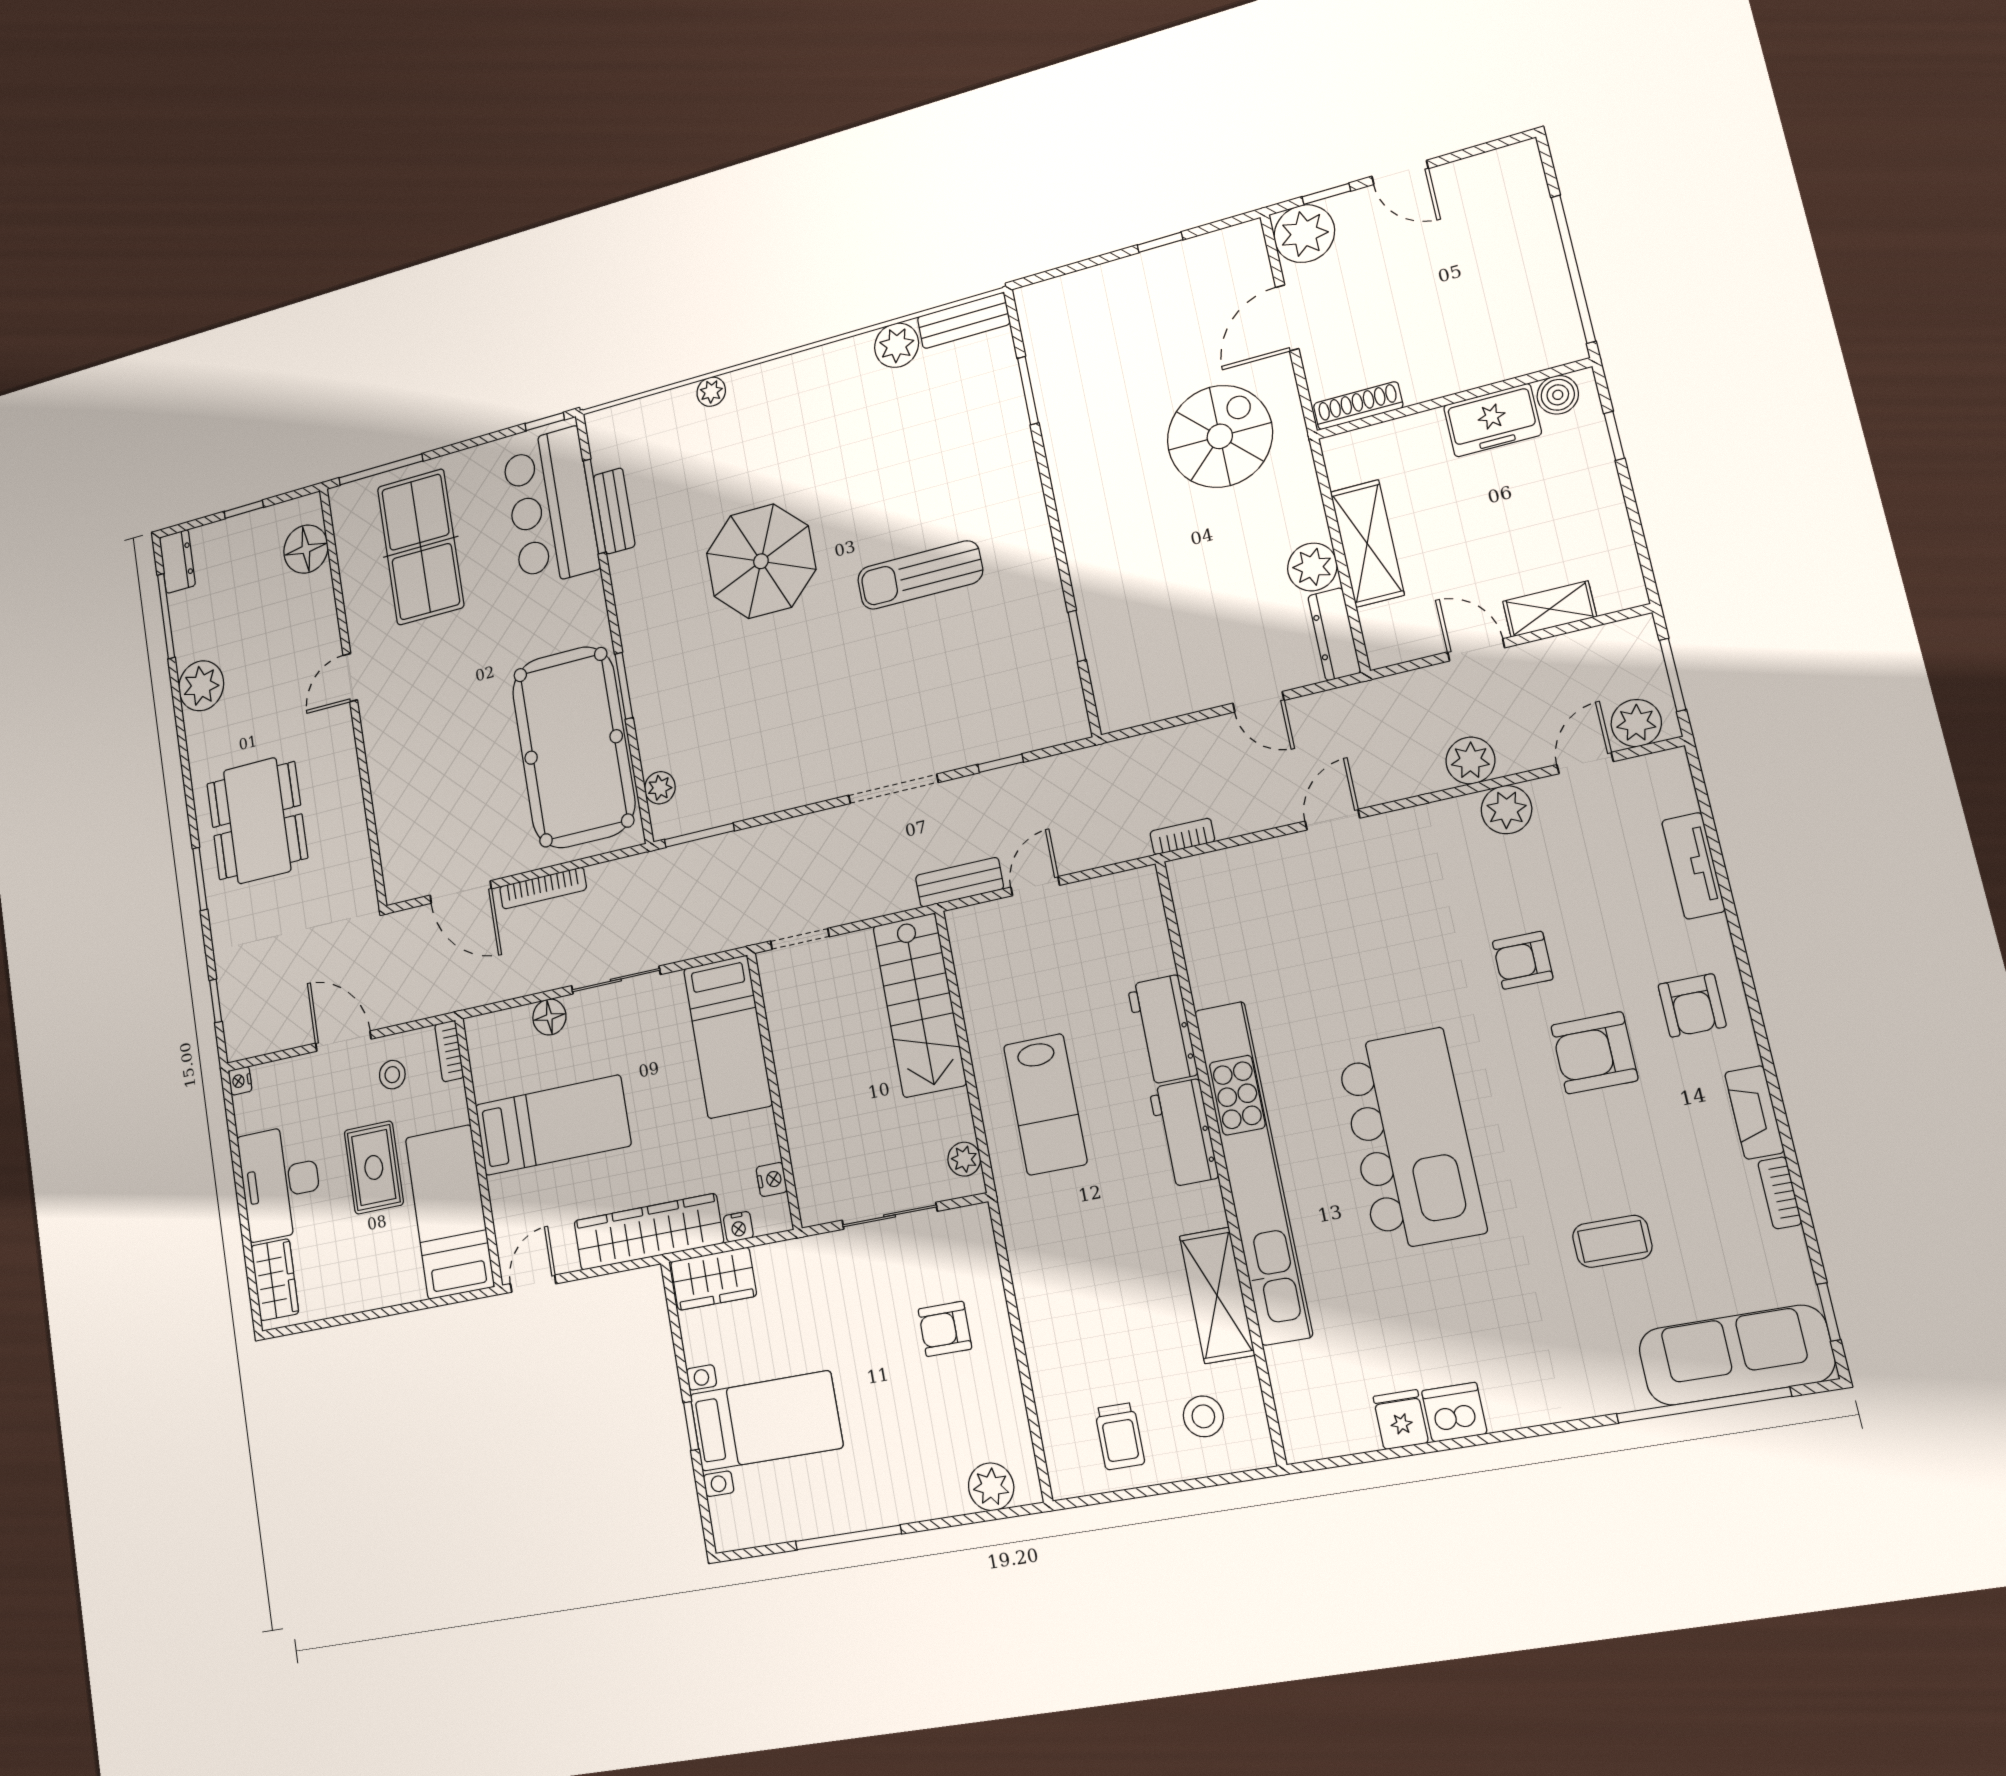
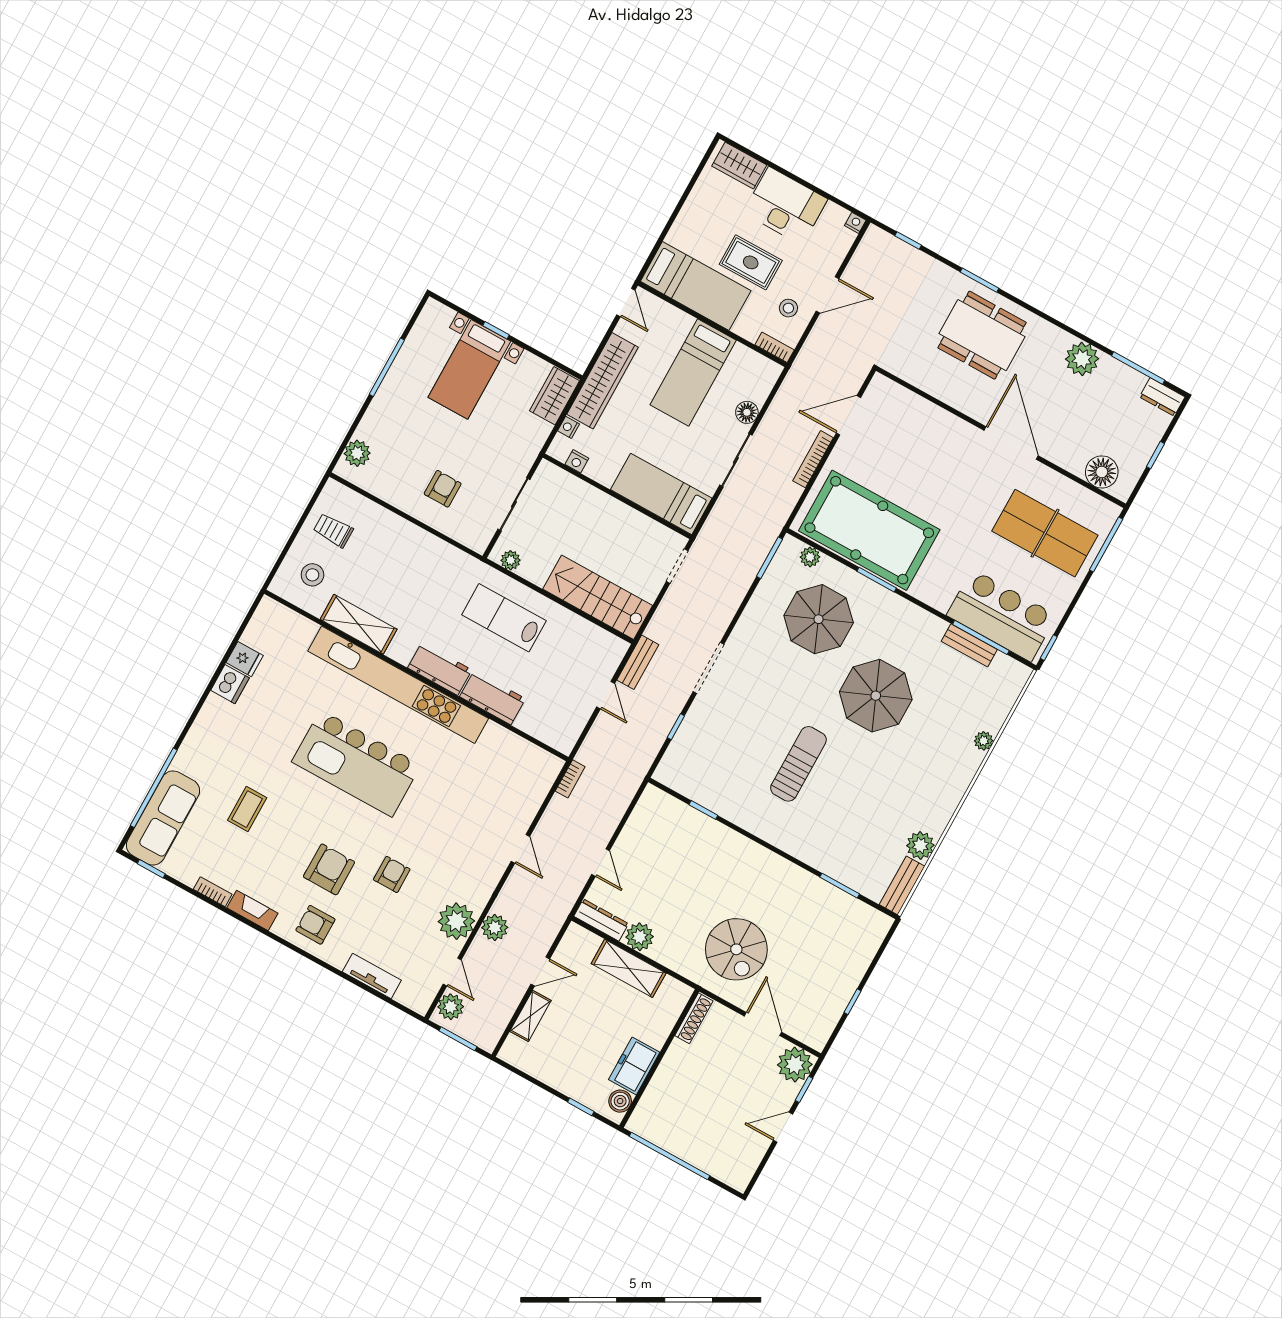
door: (350, 678) -> (1011, 443), width x1.87
door: (1258, 702) -> (601, 863), swing flipped
parasol: (725, 711) -> (819, 619), added
plant: (1506, 810) -> (456, 921), width x1.36, depth x1.36

